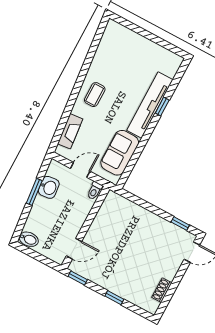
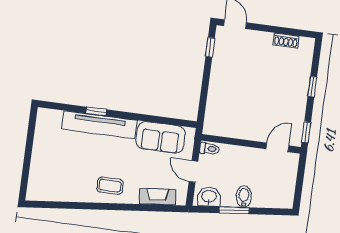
washbasin: (49, 187) -> (209, 197), moved
bidet: (29, 239) -> (244, 196), moved
door: (74, 249) -> (277, 147), hinge flipped

